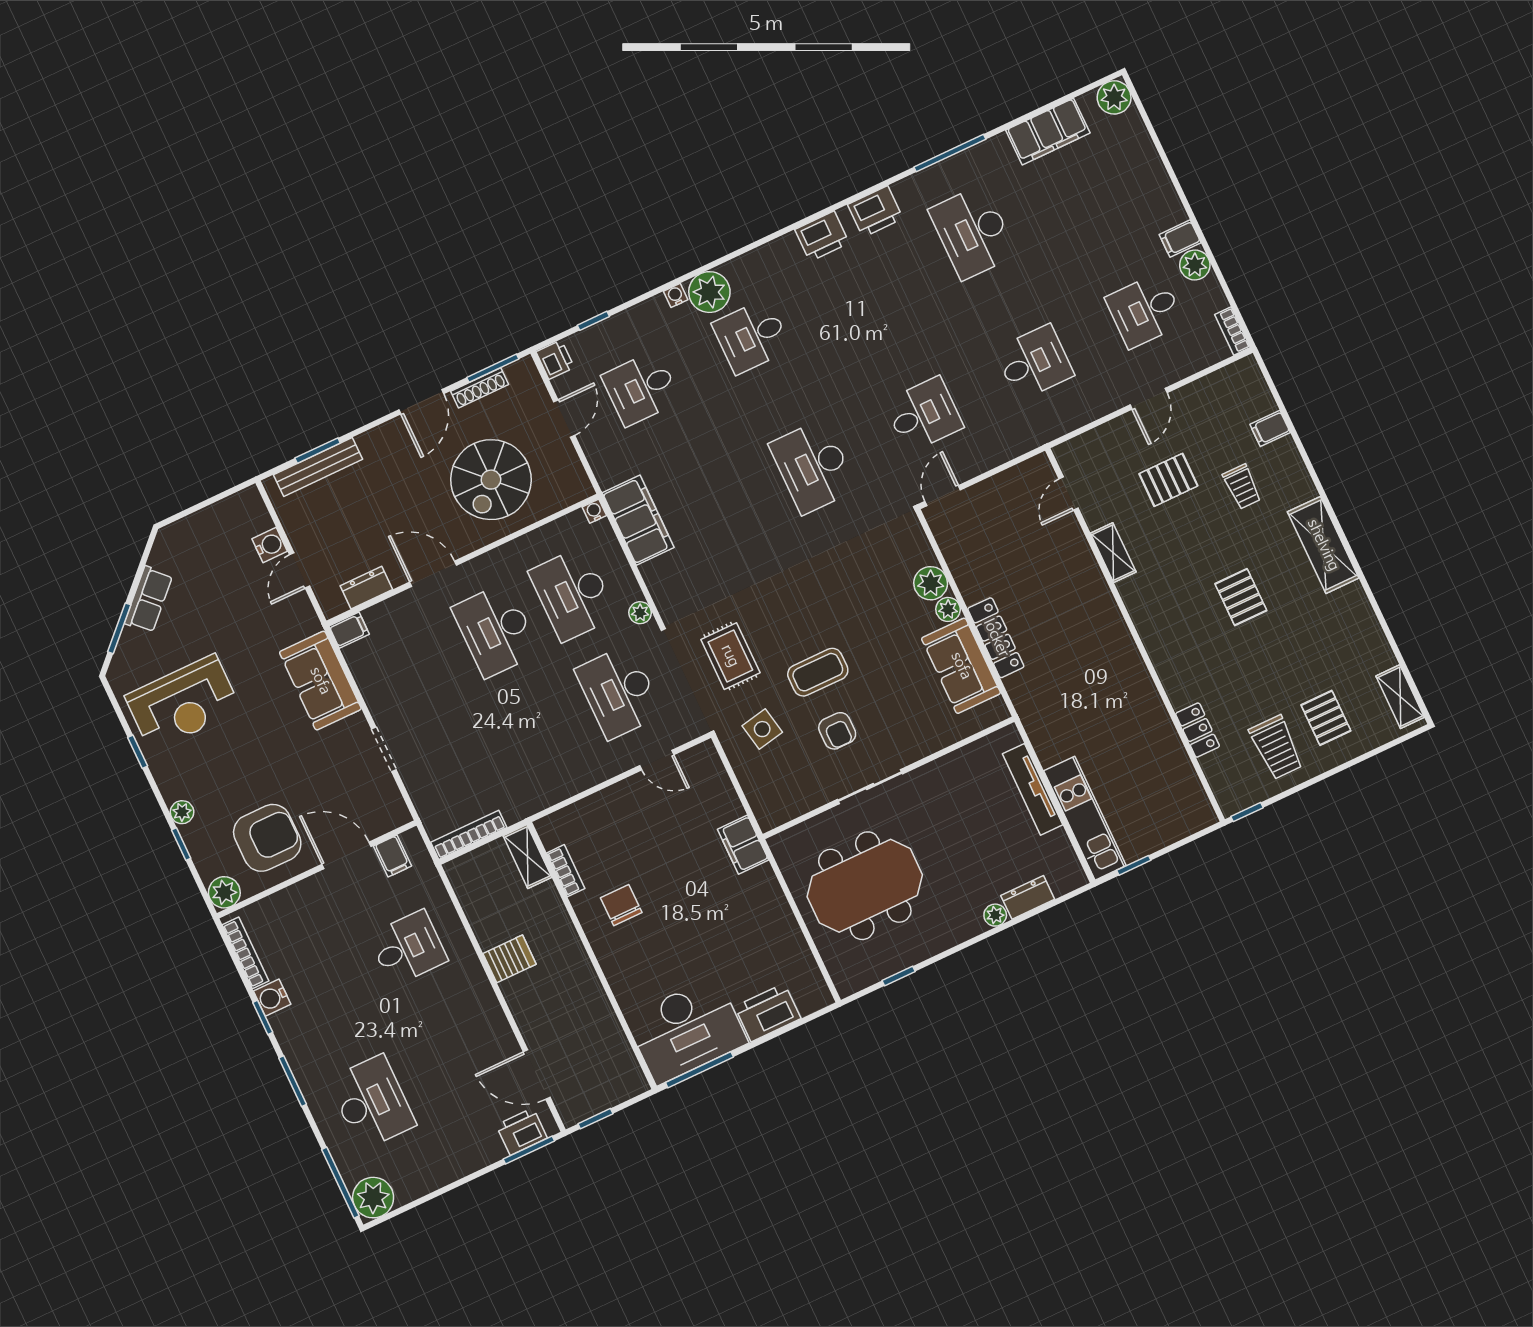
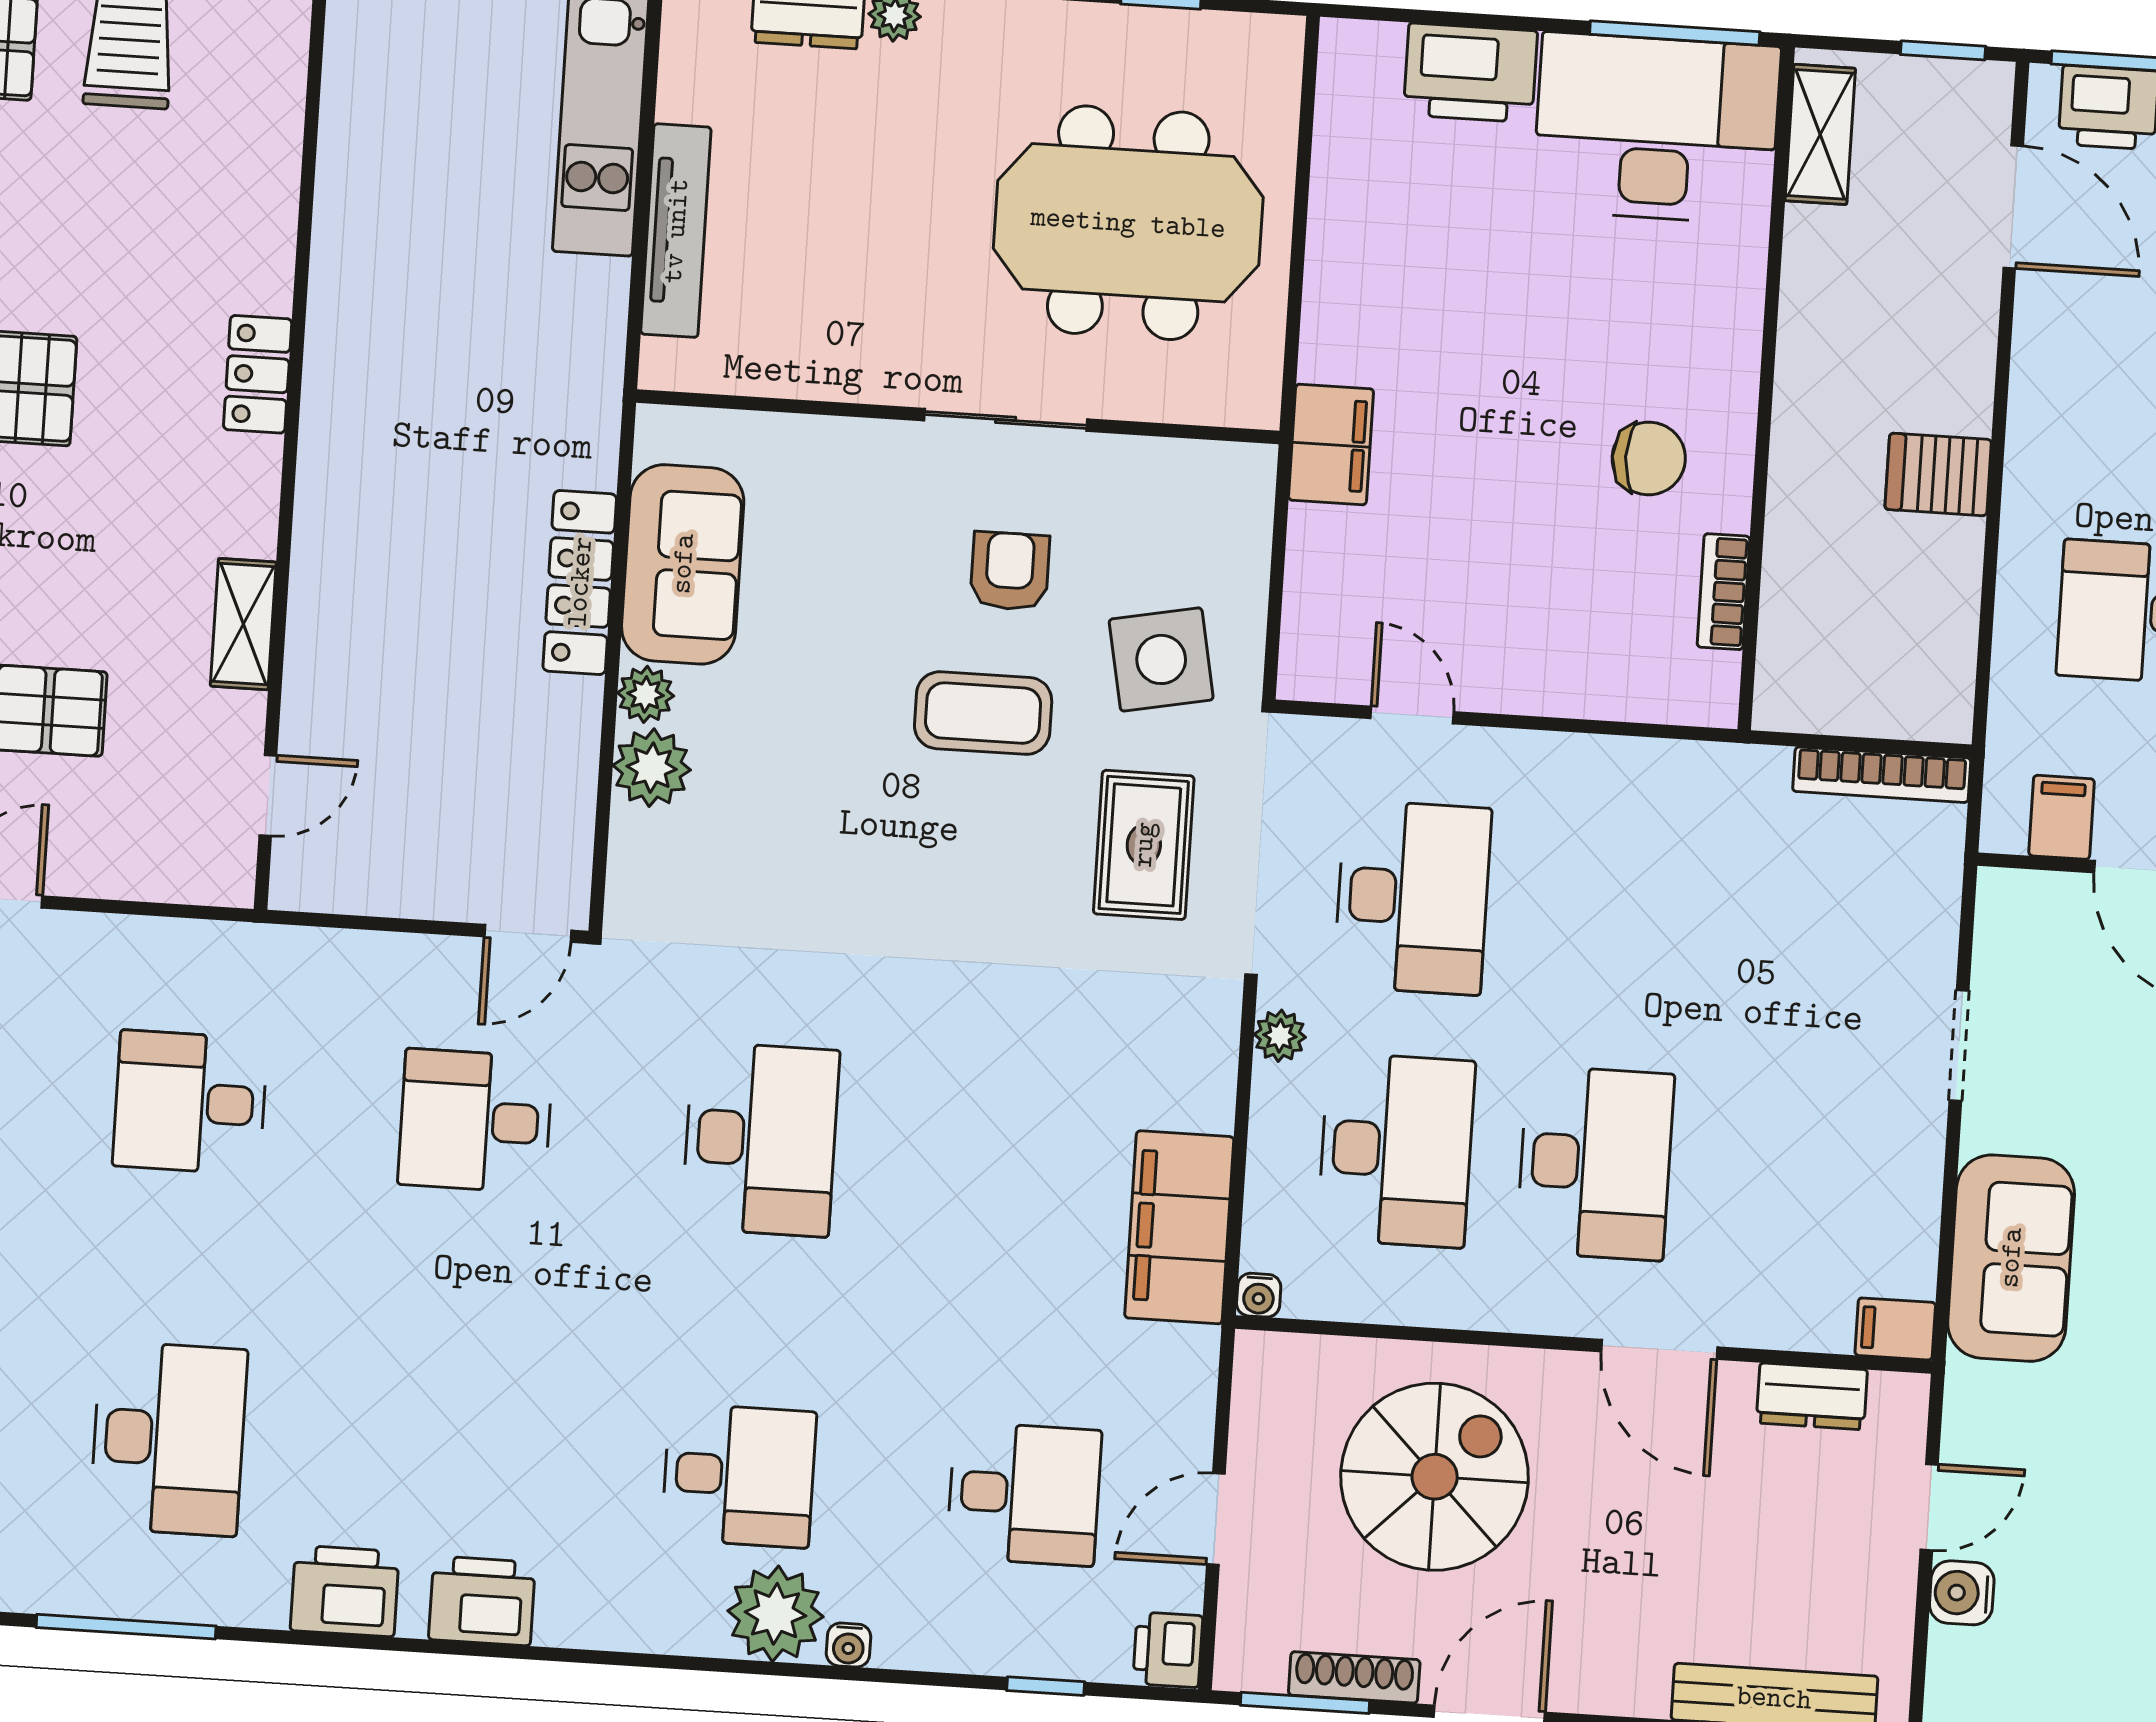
side table: (762, 729) -> (1161, 659), width x1.37, depth x1.37
locker: (1198, 730) -> (258, 374), moved
shelving: (527, 857) -> (1820, 134), moved
chair: (621, 905) -> (1649, 458), turned -90

